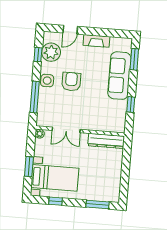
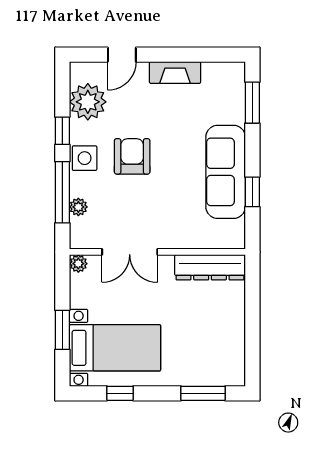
window: (38, 55) -> (62, 131), moved
sofa: (119, 76) -> (226, 172), moved
plant: (42, 105) -> (78, 207), added

